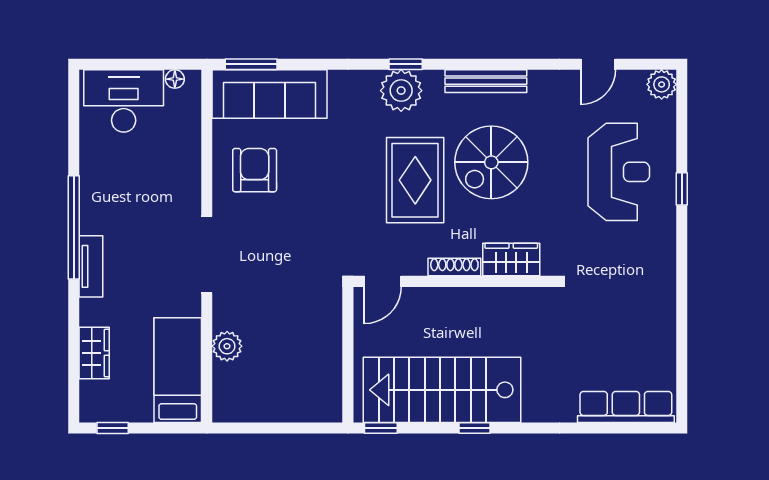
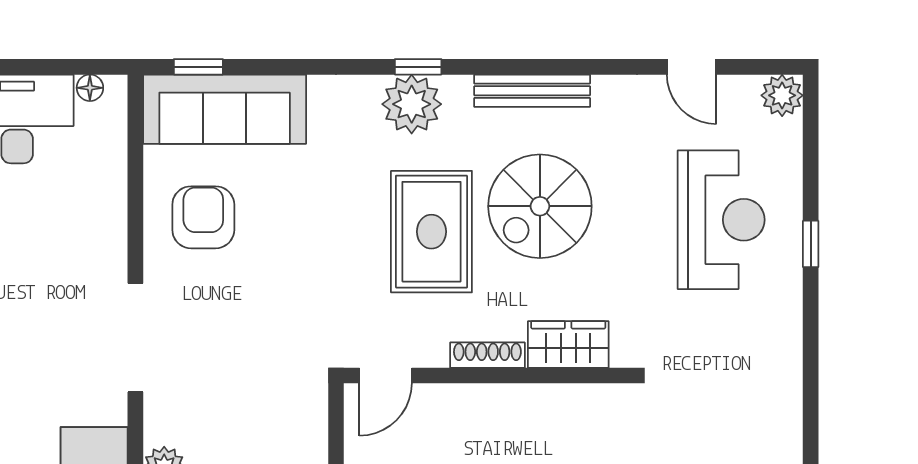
window: (251, 64) -> (198, 67), width x0.67
door: (598, 64) -> (692, 67), hinge flipped

